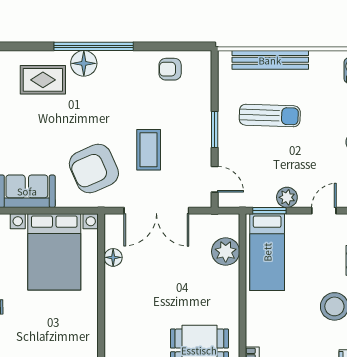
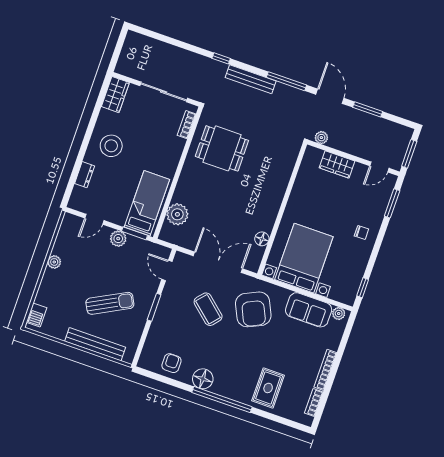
floor lamp: (84, 63) -> (203, 379), moved
armchair: (170, 69) -> (171, 363), turned -90
rug: (43, 80) -> (268, 388), turned 90
sun lounger: (270, 116) -> (110, 303), turned 150
coffee table: (149, 150) -> (208, 309), turned -49
armchair: (94, 169) -> (253, 309), turned 89

